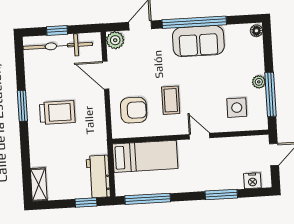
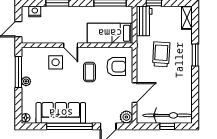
sofa: (198, 41) -> (61, 113), width x1.36
door: (106, 75) -> (135, 93), hinge flipped
window: (22, 106) -> (195, 55), moved
side table: (237, 108) -> (56, 62), moved
armchair: (134, 110) -> (116, 67), turned 180
trolley: (57, 113) -> (161, 54), moved, turned 93

